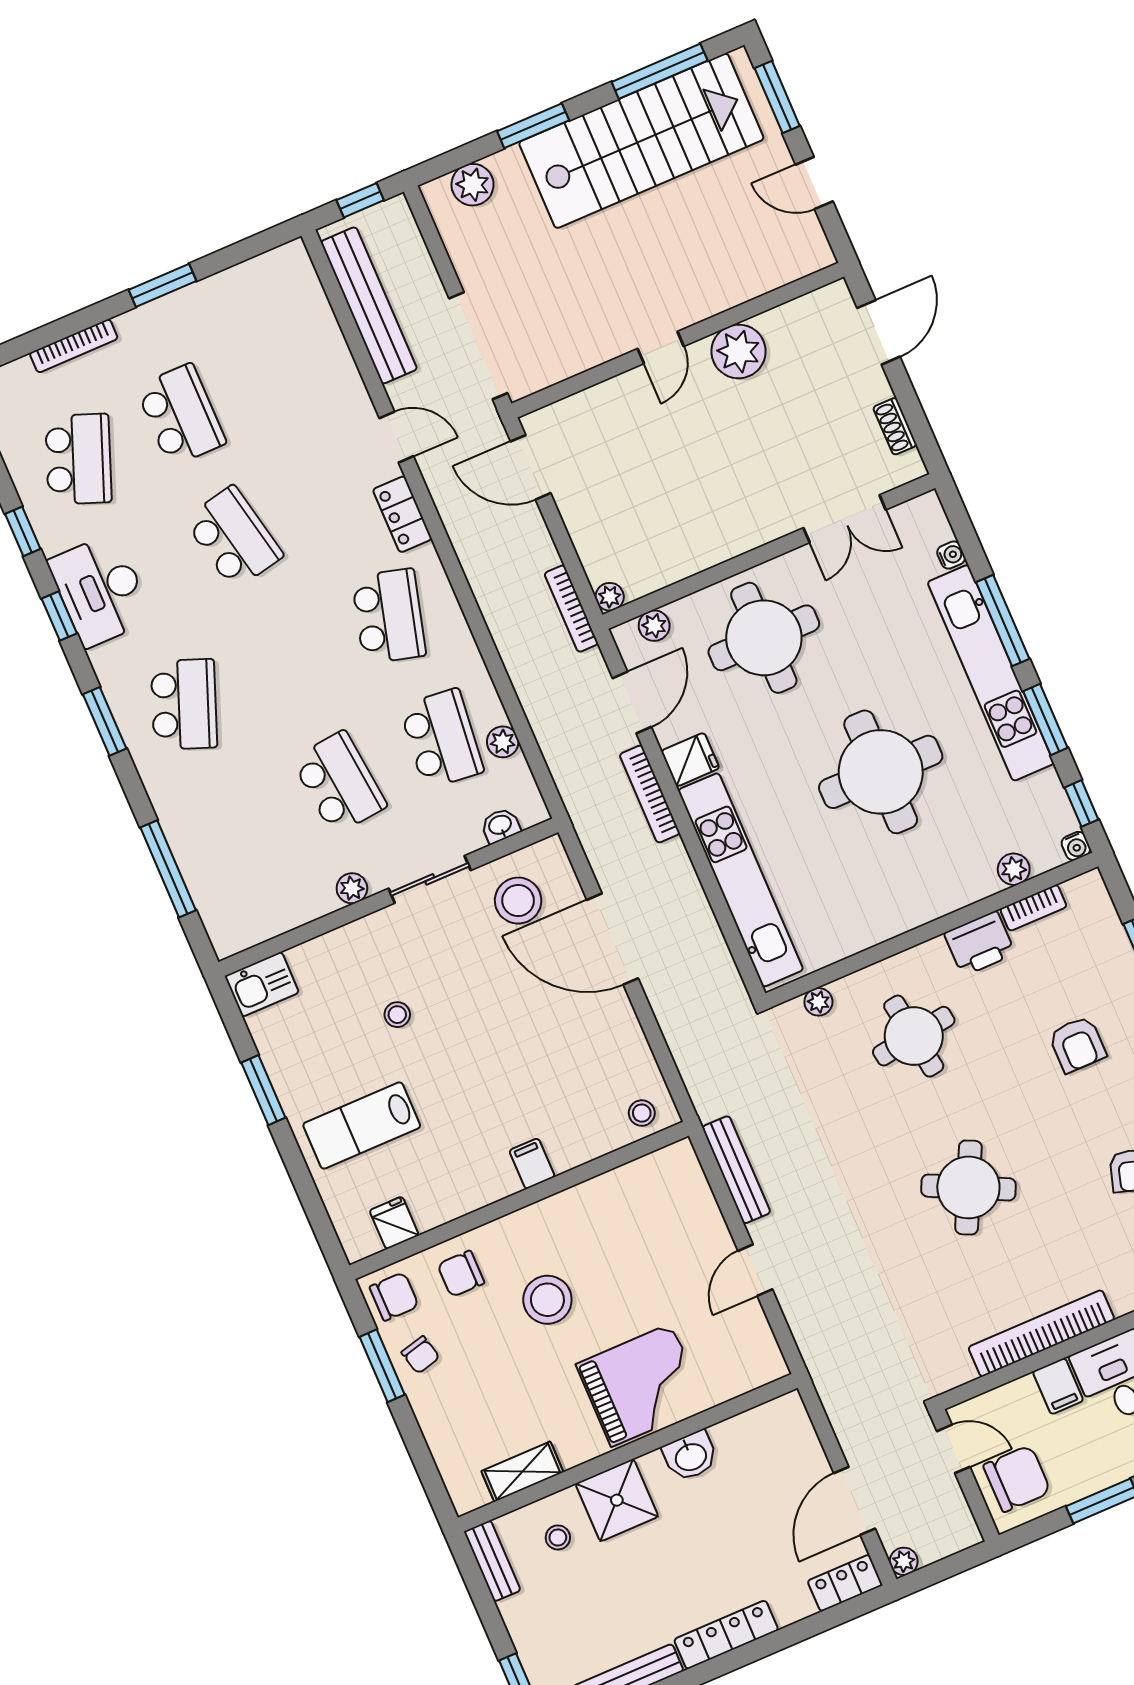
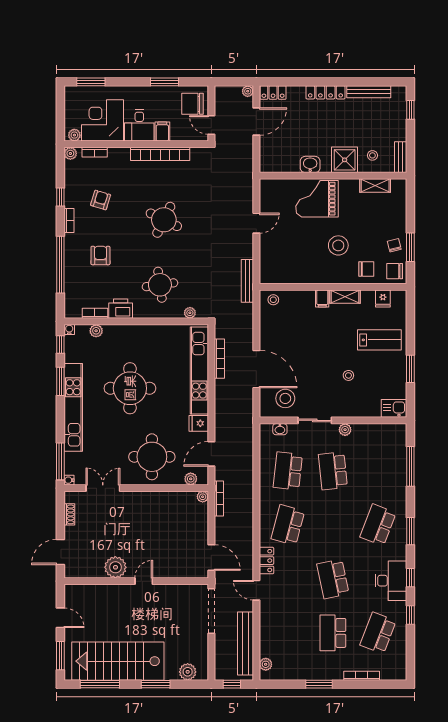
water cooler: (951, 555) -> (69, 480), moved
window: (1003, 620) -> (60, 461), moved
plant: (503, 742) -> (266, 664), moved
bookcase: (650, 794) -> (219, 359), moved
bench: (736, 1170) -> (247, 281), moved
shelving: (482, 1190) -> (345, 297), added

